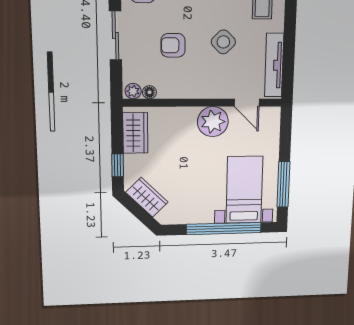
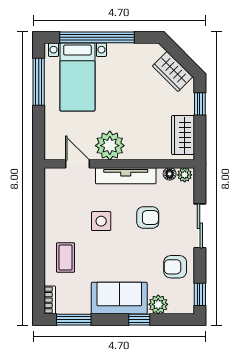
side table: (223, 42) -> (101, 221), turned 45
tv unit: (274, 65) -> (126, 176), moved, turned 90

